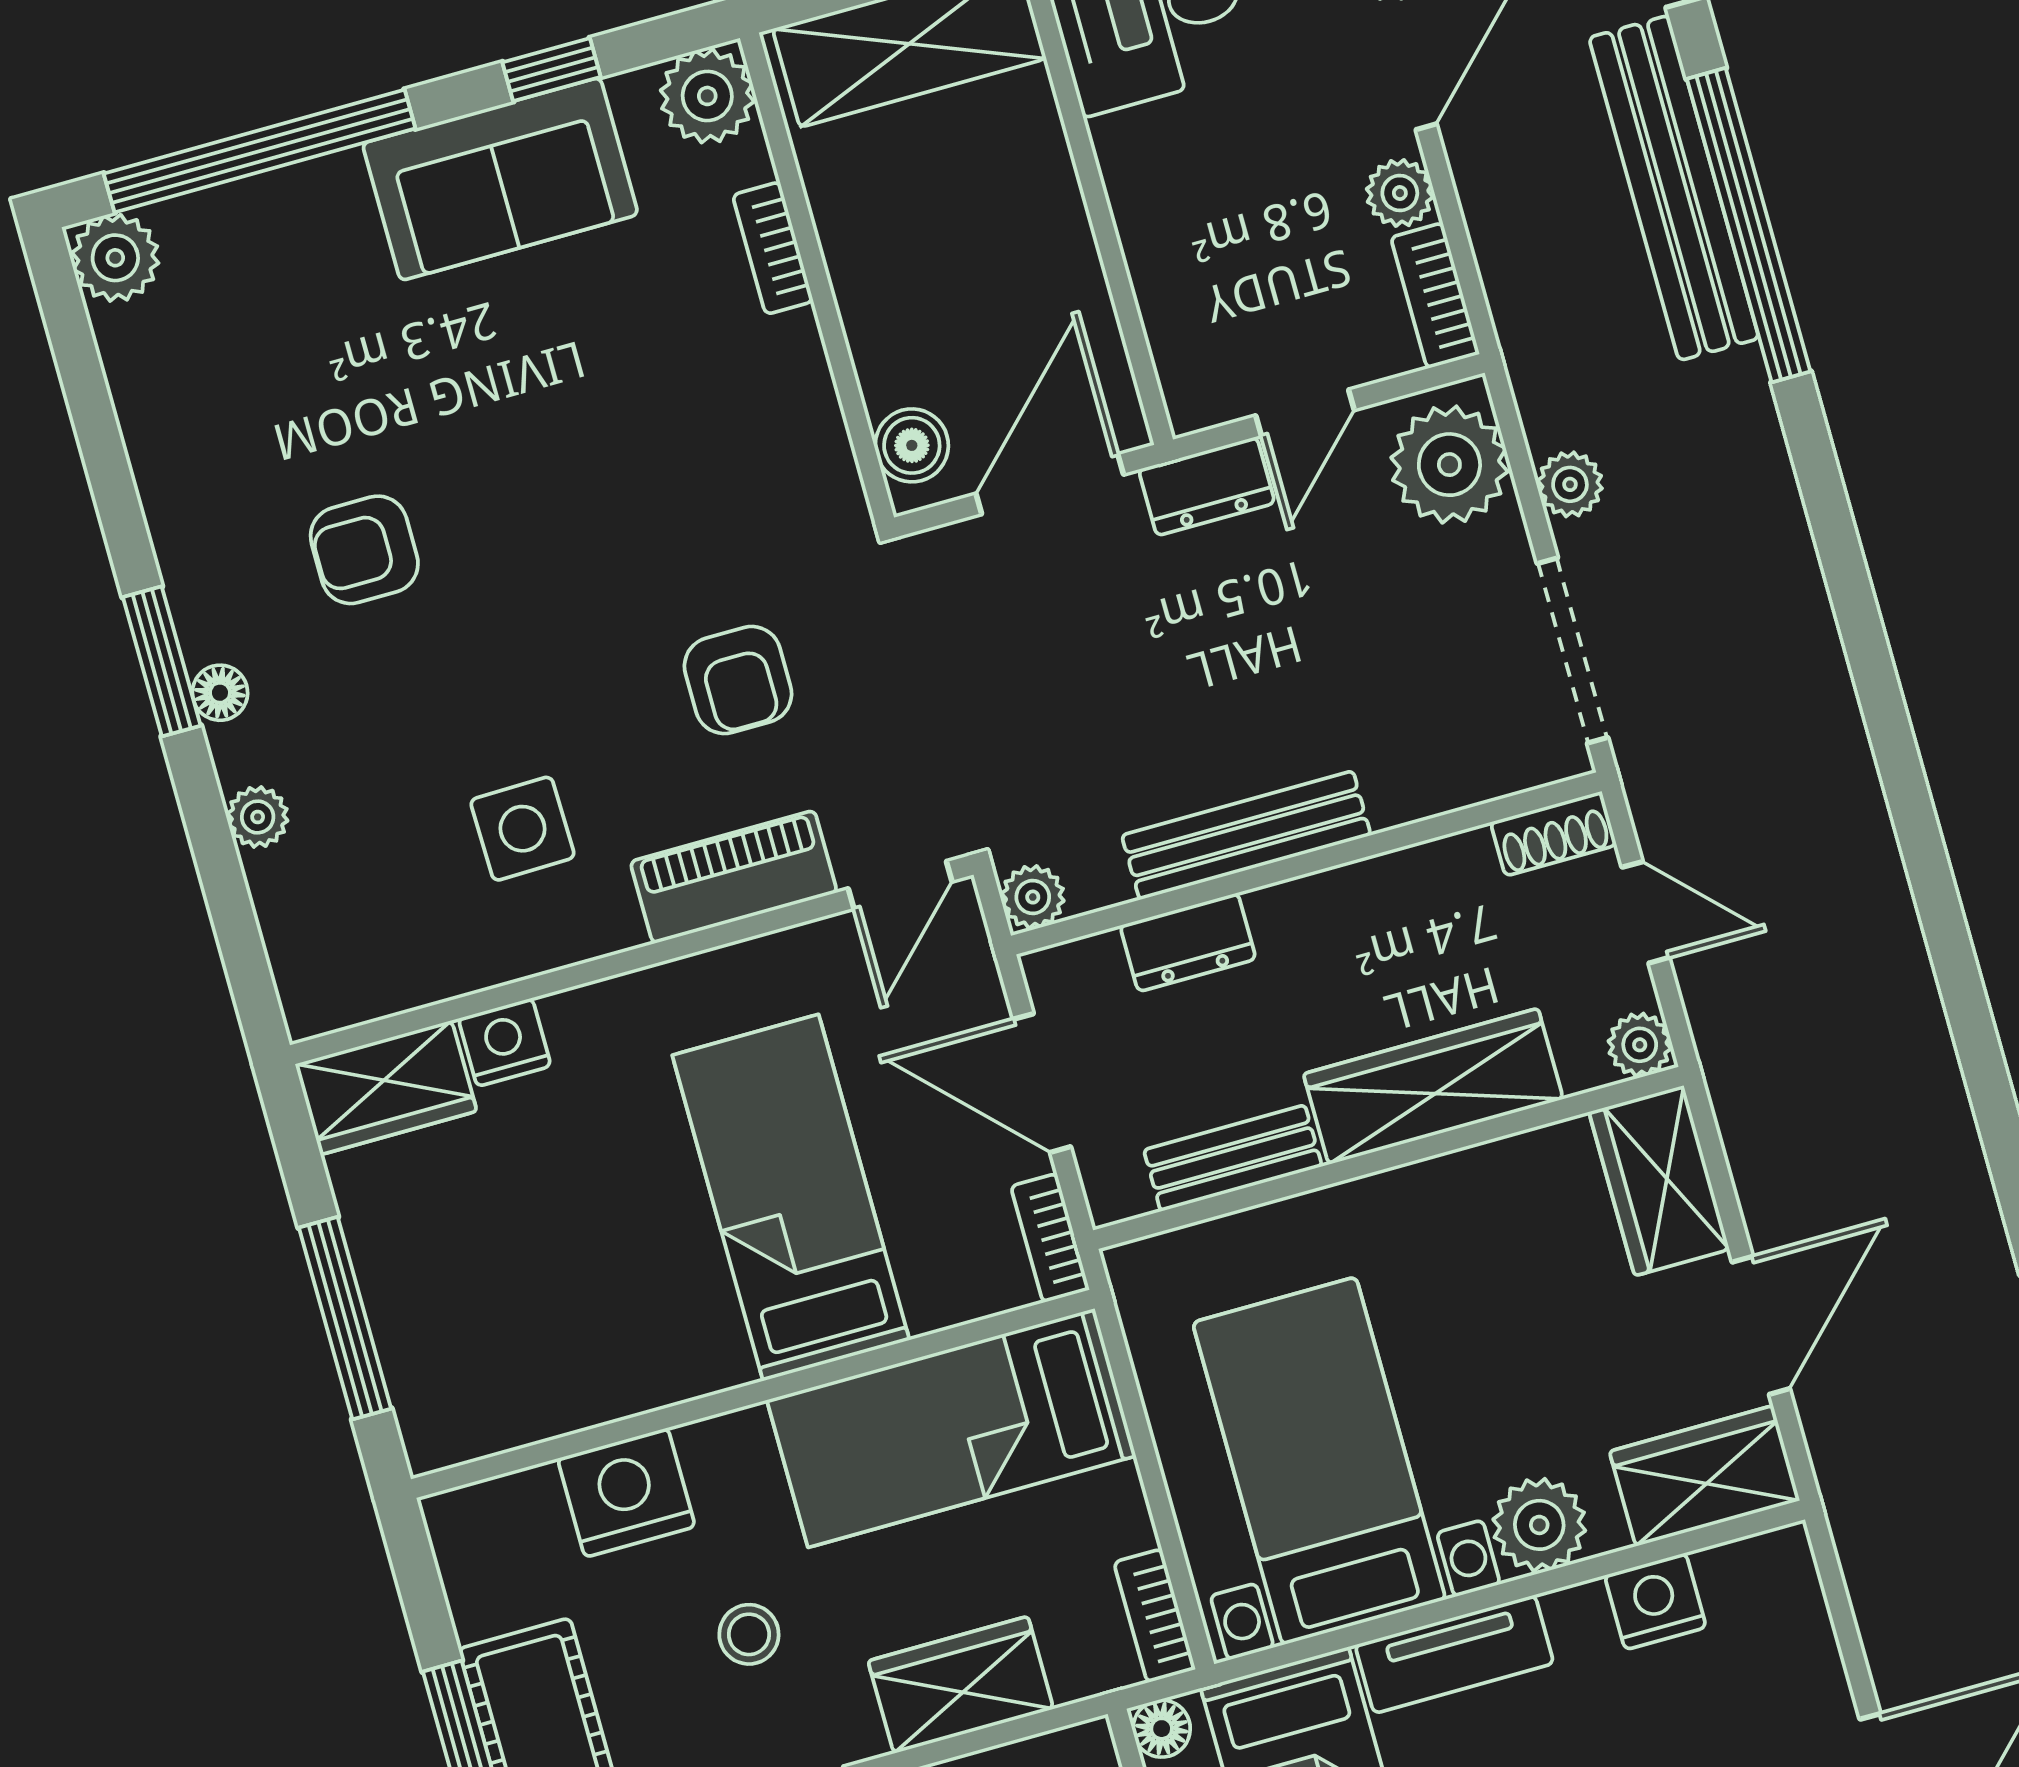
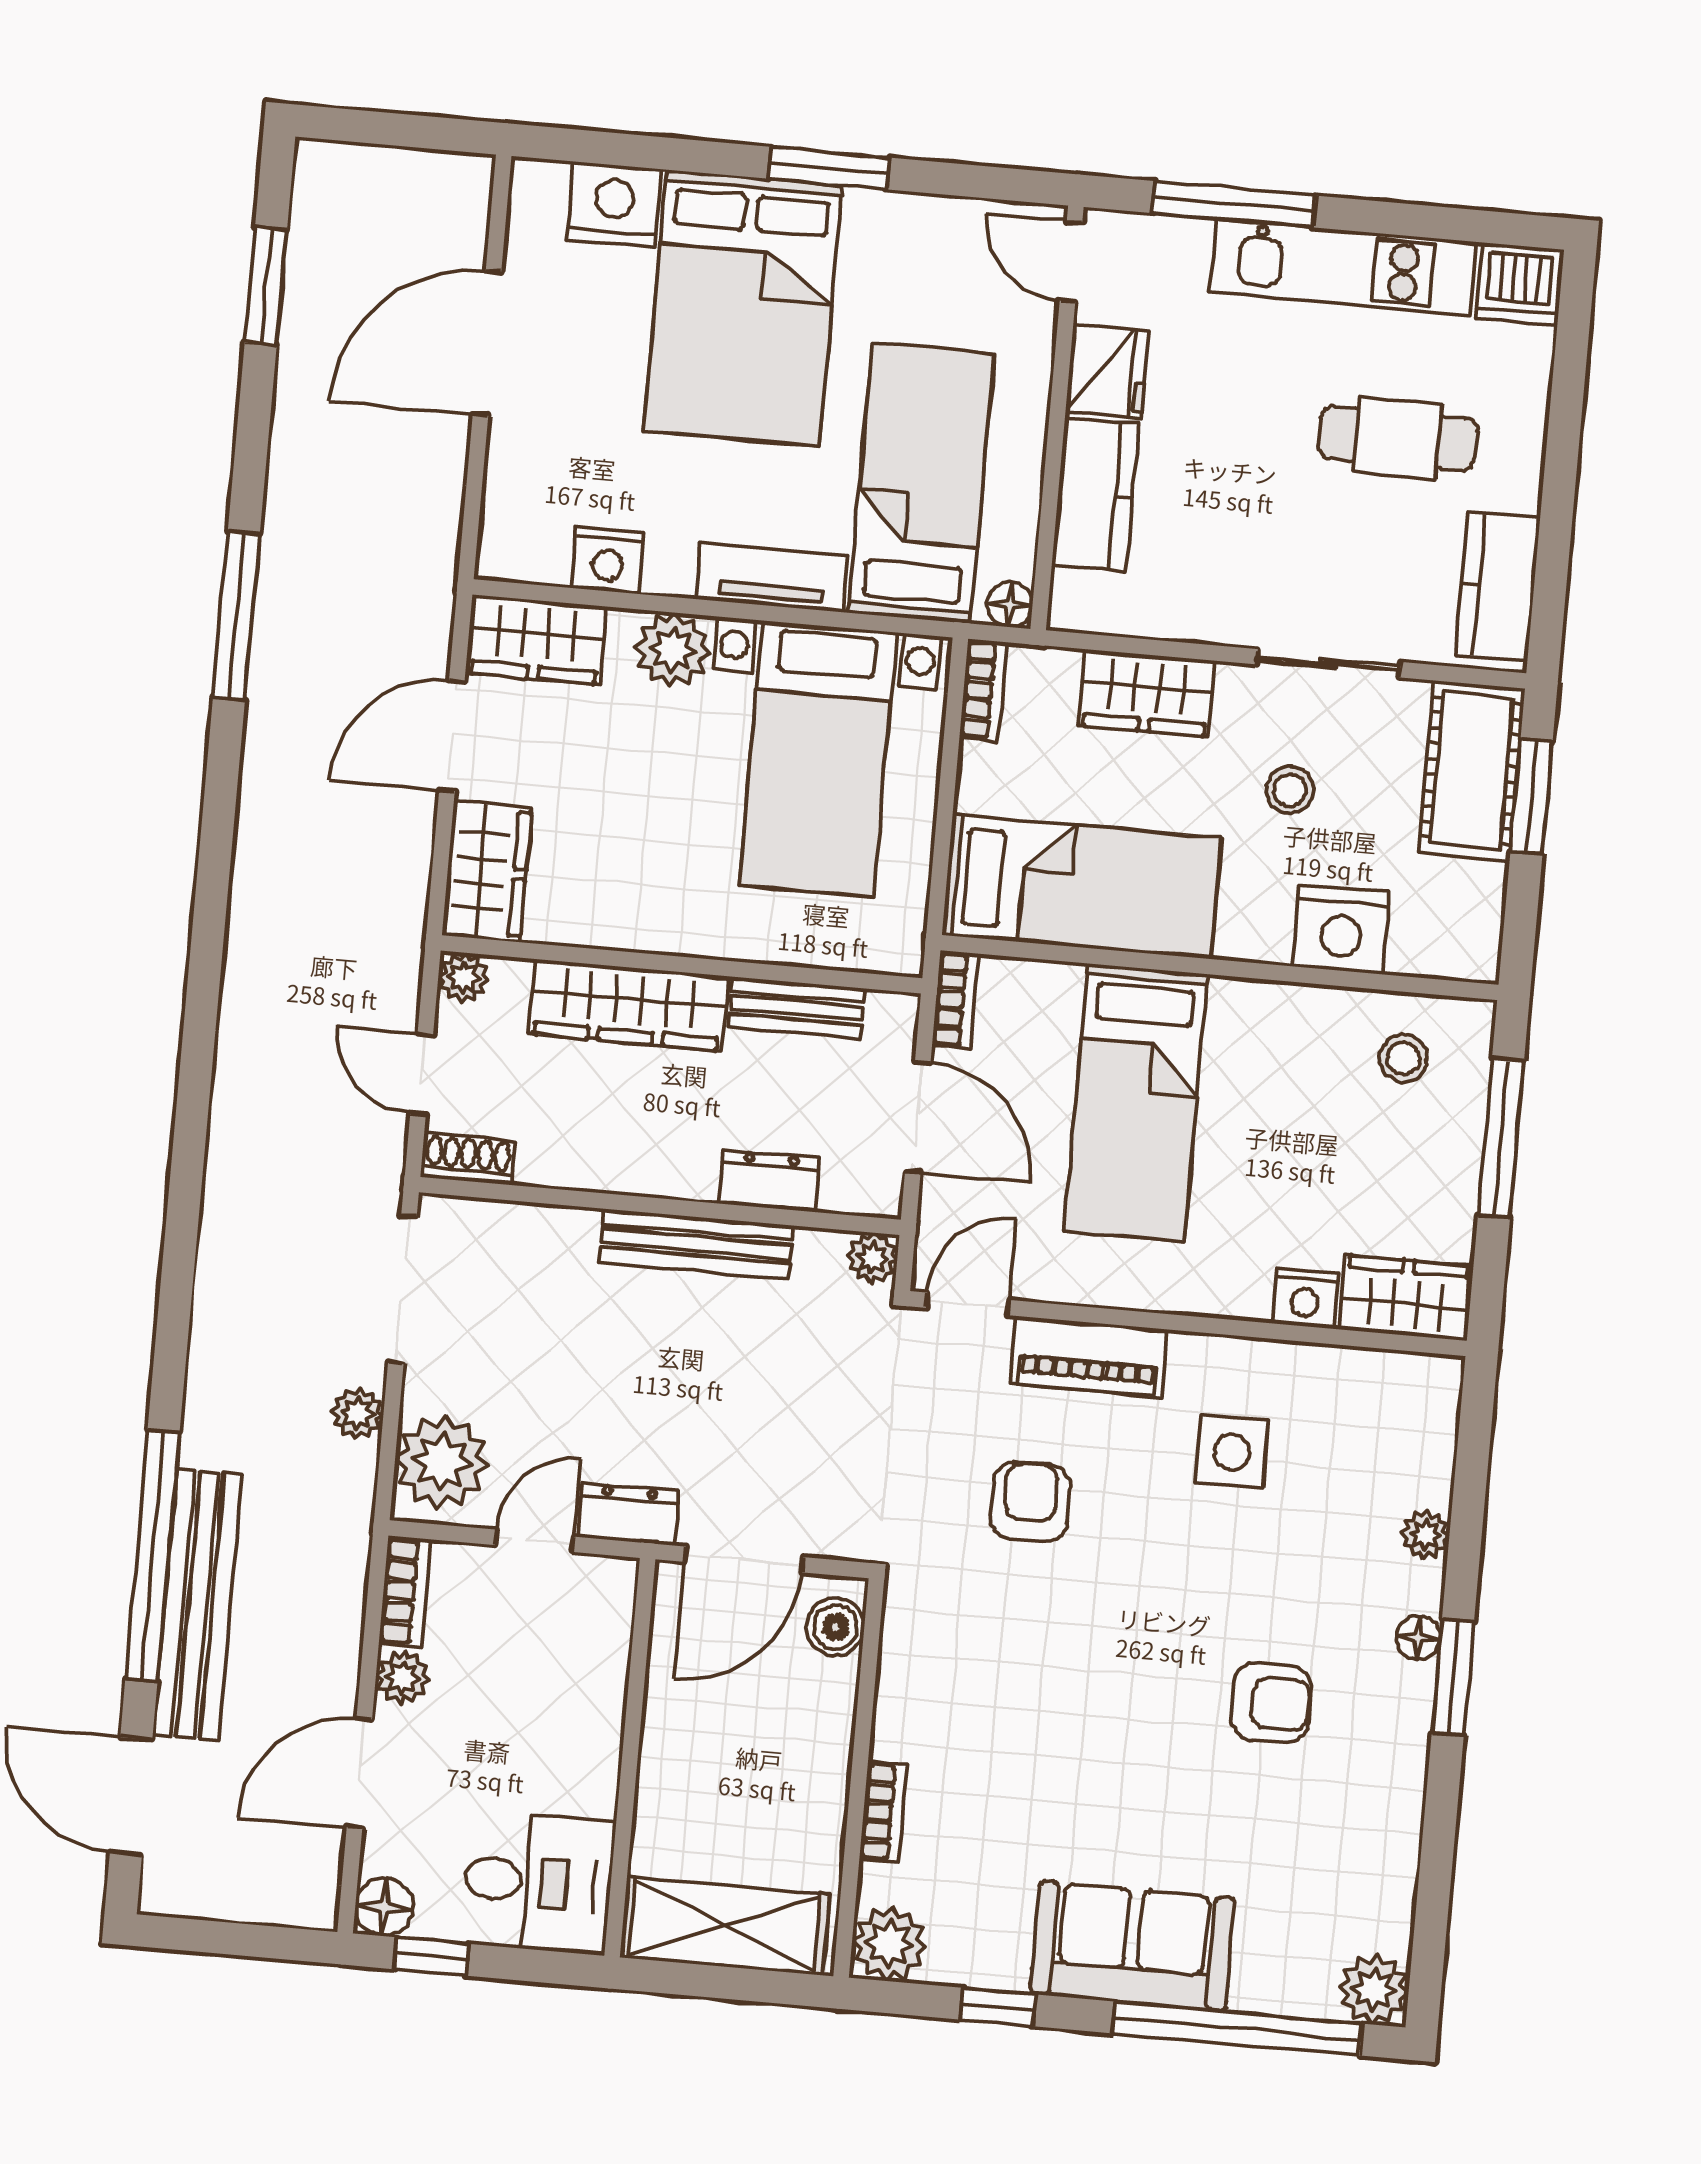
sofa: (500, 179) -> (1132, 1946), moved
stool: (496, 1368) -> (1403, 1058), added

